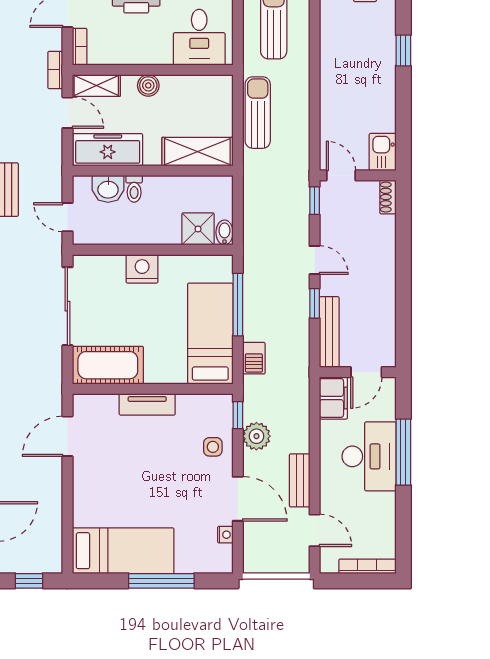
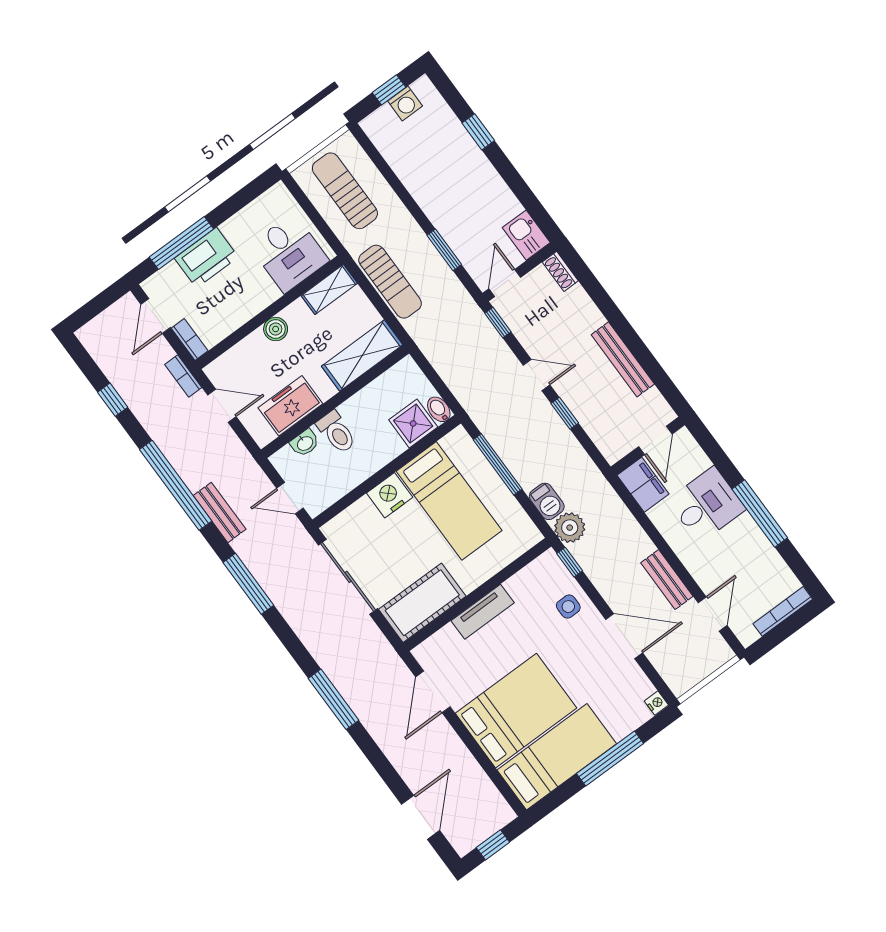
shelving: (96, 85) -> (329, 289), moved
sun lounger: (258, 113) -> (390, 282), turned 180
window: (315, 119) -> (444, 250), added
freezer: (108, 150) -> (290, 406), width x0.71
door: (341, 175) -> (505, 283), hinge flipped
washbasin: (108, 189) -> (305, 443), width x0.72, depth x0.69
toilet: (134, 189) -> (337, 432), width x1.37, depth x1.39
bench: (329, 332) -> (623, 359), moved
bed: (210, 334) -> (449, 501), moved, turned 180
plant: (256, 436) -> (570, 528), moved
window: (403, 452) -> (760, 513), moved
desk: (369, 456) -> (707, 505), width x0.73
bed: (118, 495) -> (516, 711), added
door: (315, 530) -> (713, 614), hinge flipped
nightstand: (225, 535) -> (656, 703), moved

